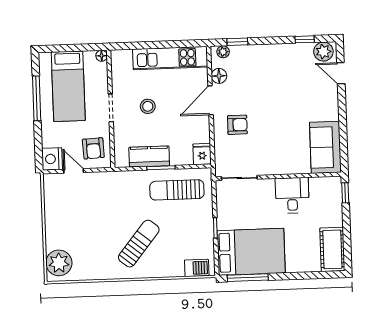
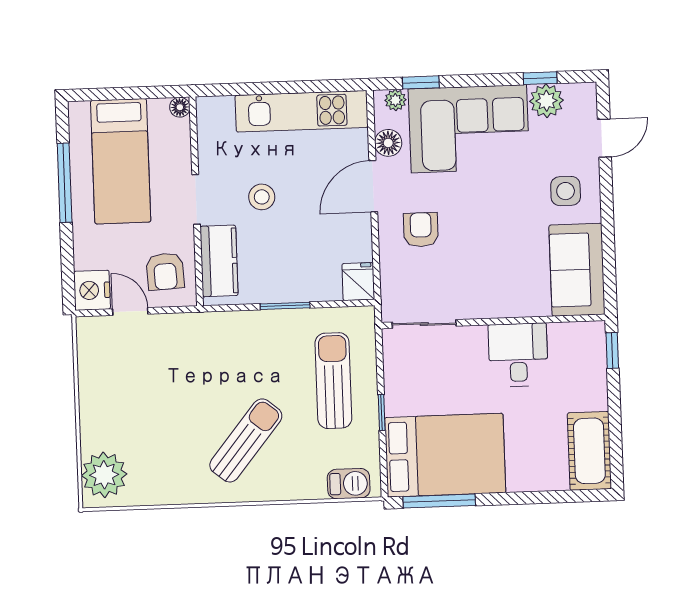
plant: (323, 52) -> (546, 101), moved
corner sofa: (264, 68) -> (469, 129), added
door: (341, 73) -> (604, 138), swing flipped
side table: (319, 103) -> (566, 191), added
armchair: (237, 125) -> (421, 230), turned -90
kitchen counter: (149, 156) -> (219, 261), moved, turned 90
sun lounger: (177, 190) -> (333, 381), moved, turned 90

